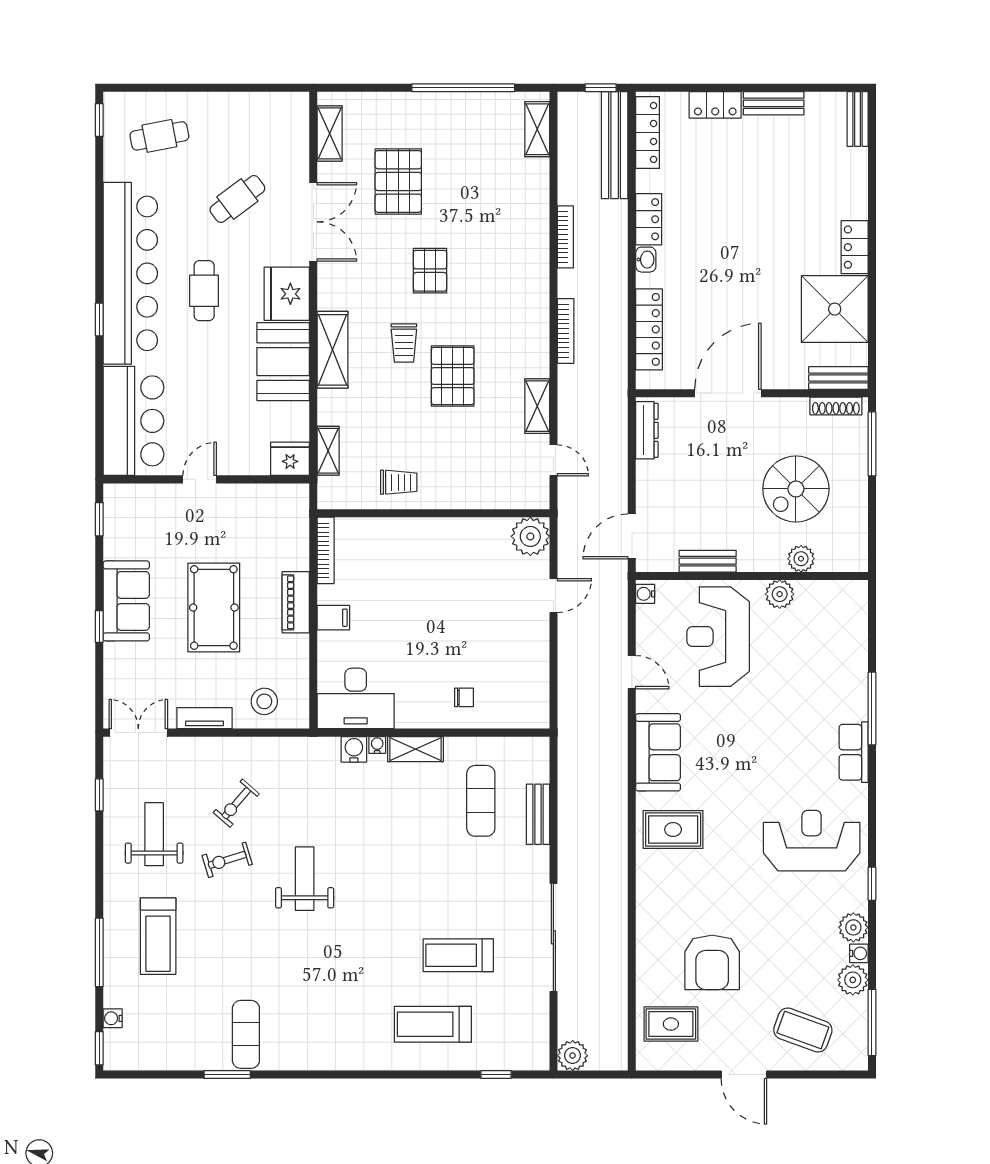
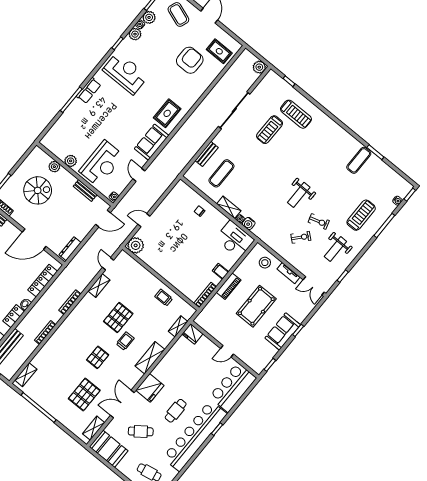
booth: (283, 362) -> (109, 449), moved, turned 90
rug: (673, 830) -> (167, 113), turned 90
reception desk: (812, 841) -> (126, 73), turned 180
treadmill: (458, 955) -> (270, 130), turned 90

